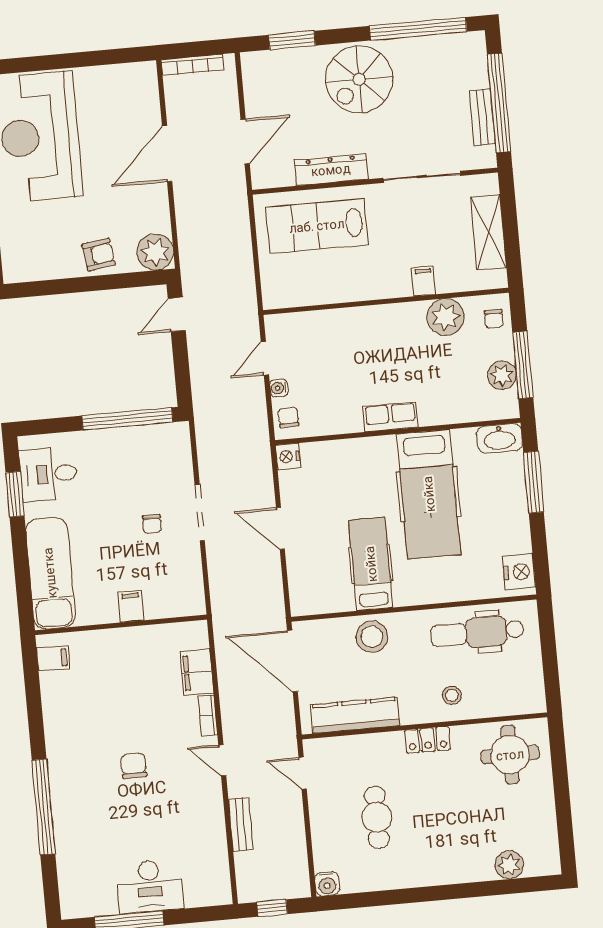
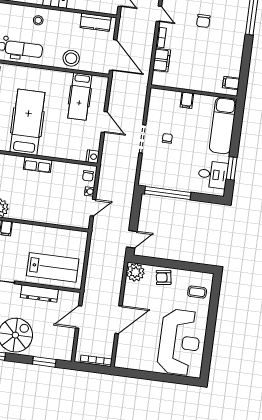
coffee table: (28, 241) -> (197, 292), added
hospital bed: (371, 564) -> (80, 96), moved
kitchen counter: (355, 715) -> (96, 22), width x0.67

